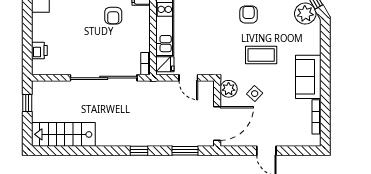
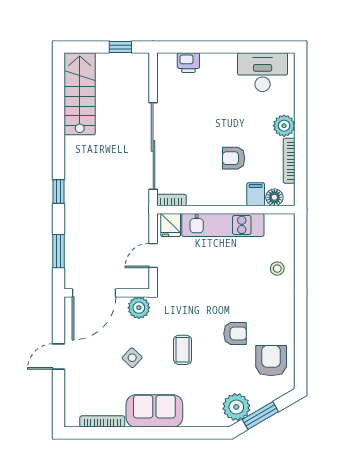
coffee table: (261, 55) -> (183, 350), width x0.73, depth x0.77
side table: (255, 94) -> (132, 358), moved
door: (217, 123) -> (94, 293), hinge flipped

